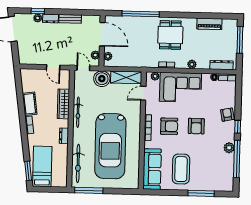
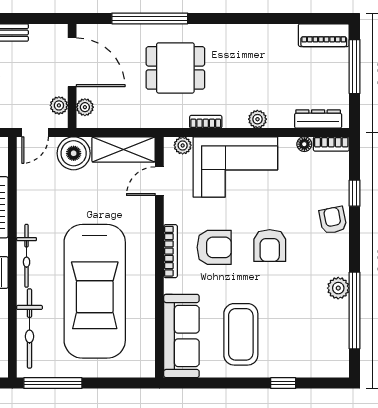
piano: (209, 24) -> (324, 35), moved
dining table: (170, 35) -> (175, 68), moved, turned 90
door: (83, 68) -> (35, 133), swing flipped
bicycle: (78, 112) -> (27, 256), moved
window: (238, 127) -> (355, 193), moved
window: (201, 193) -> (283, 383), width x0.46

